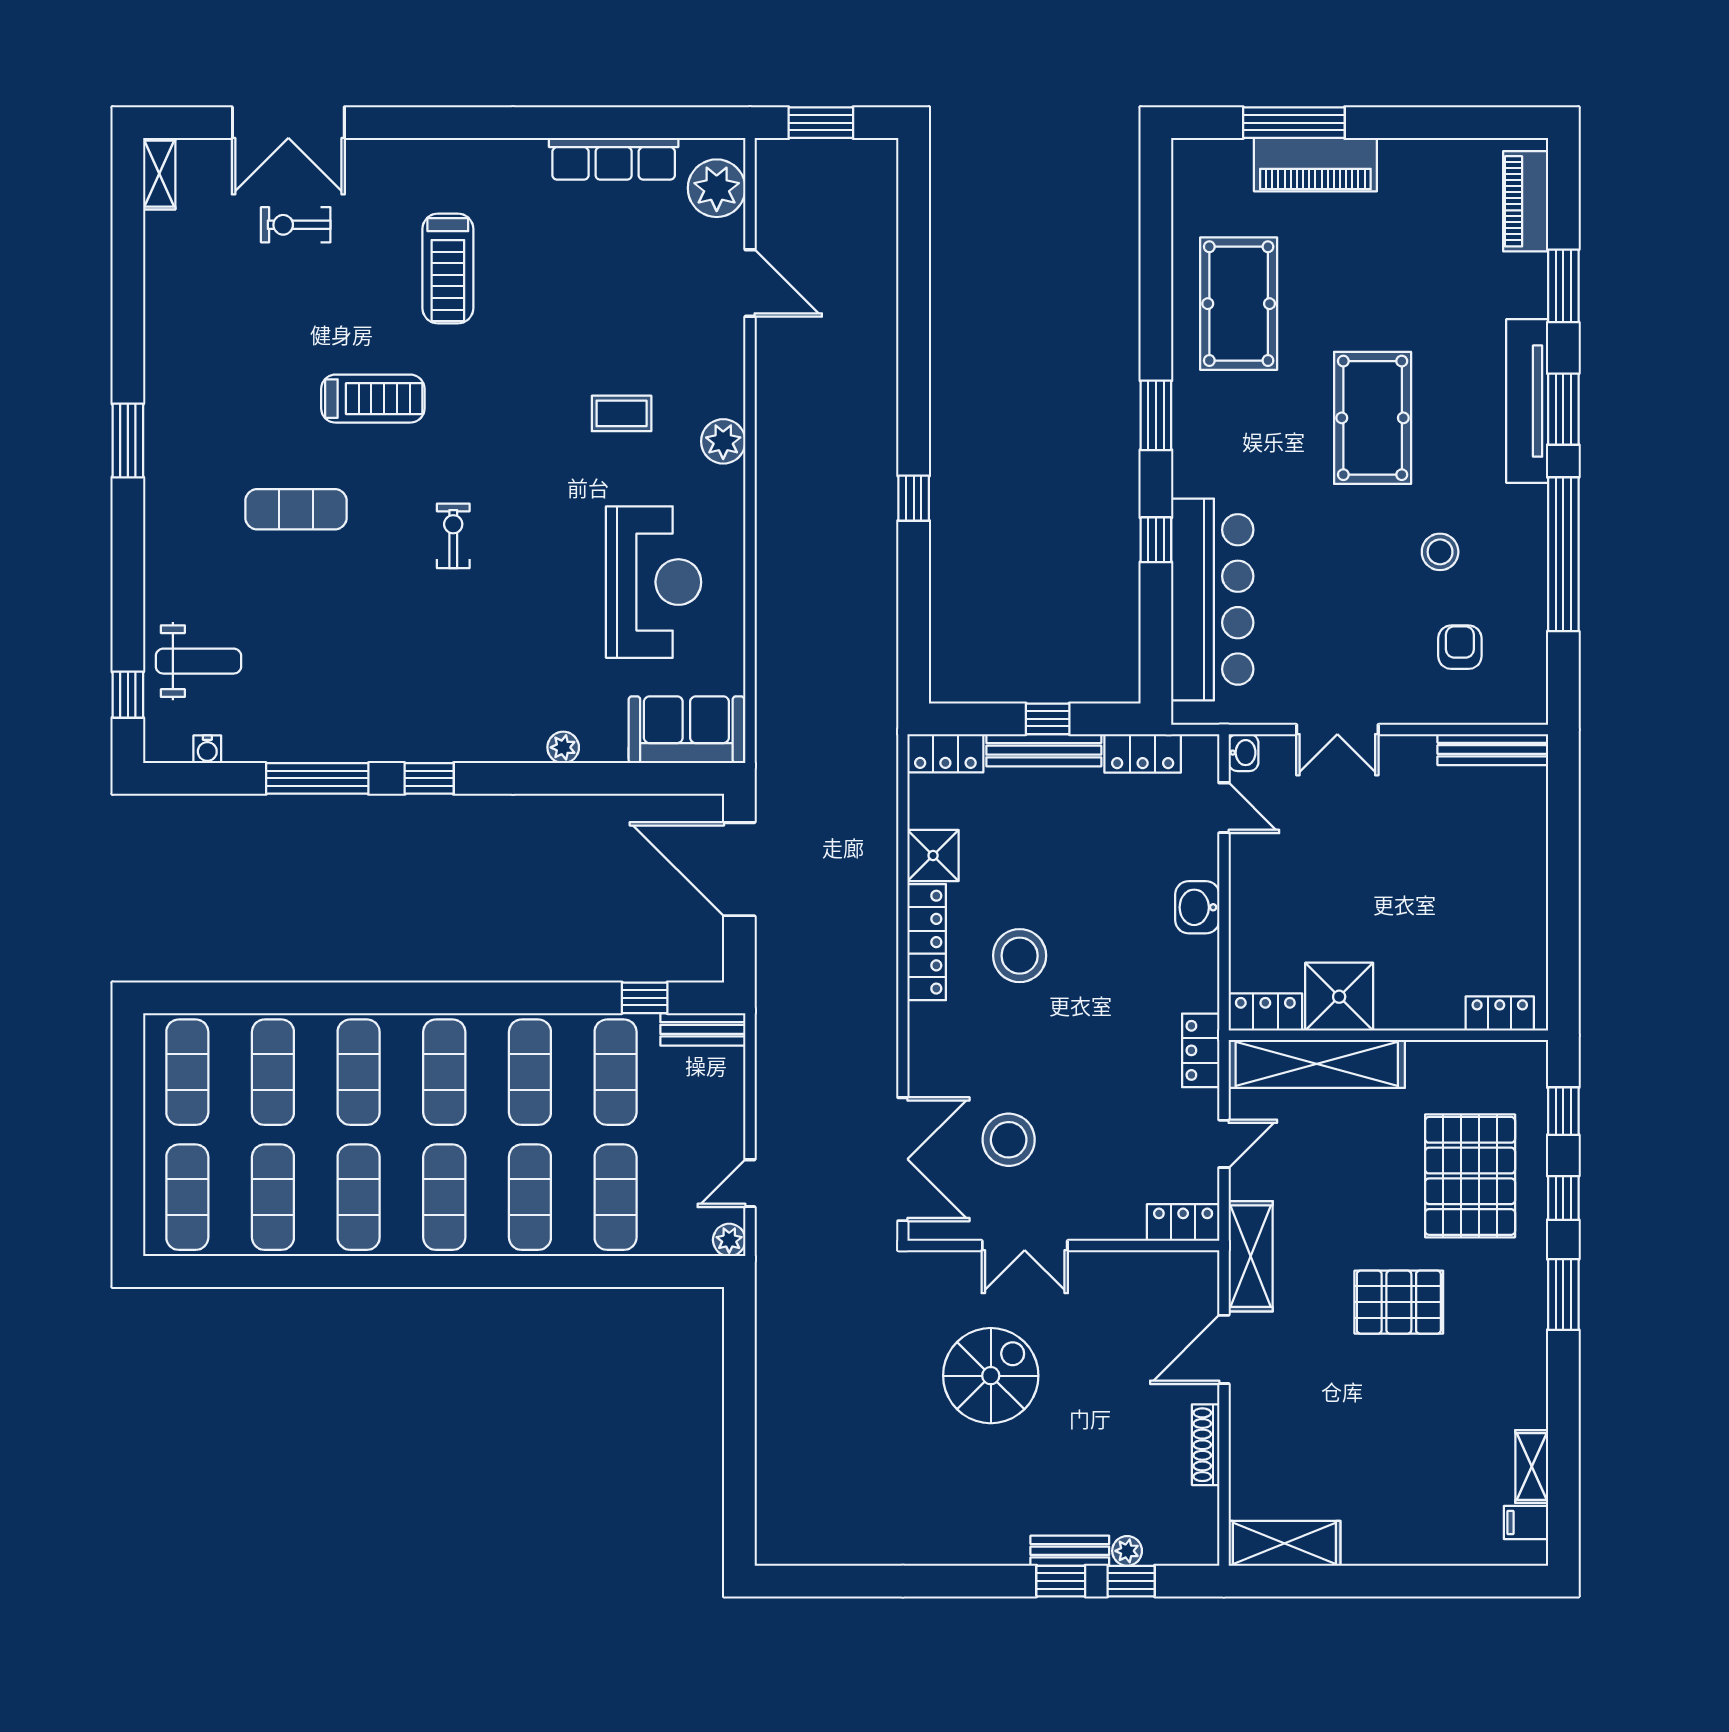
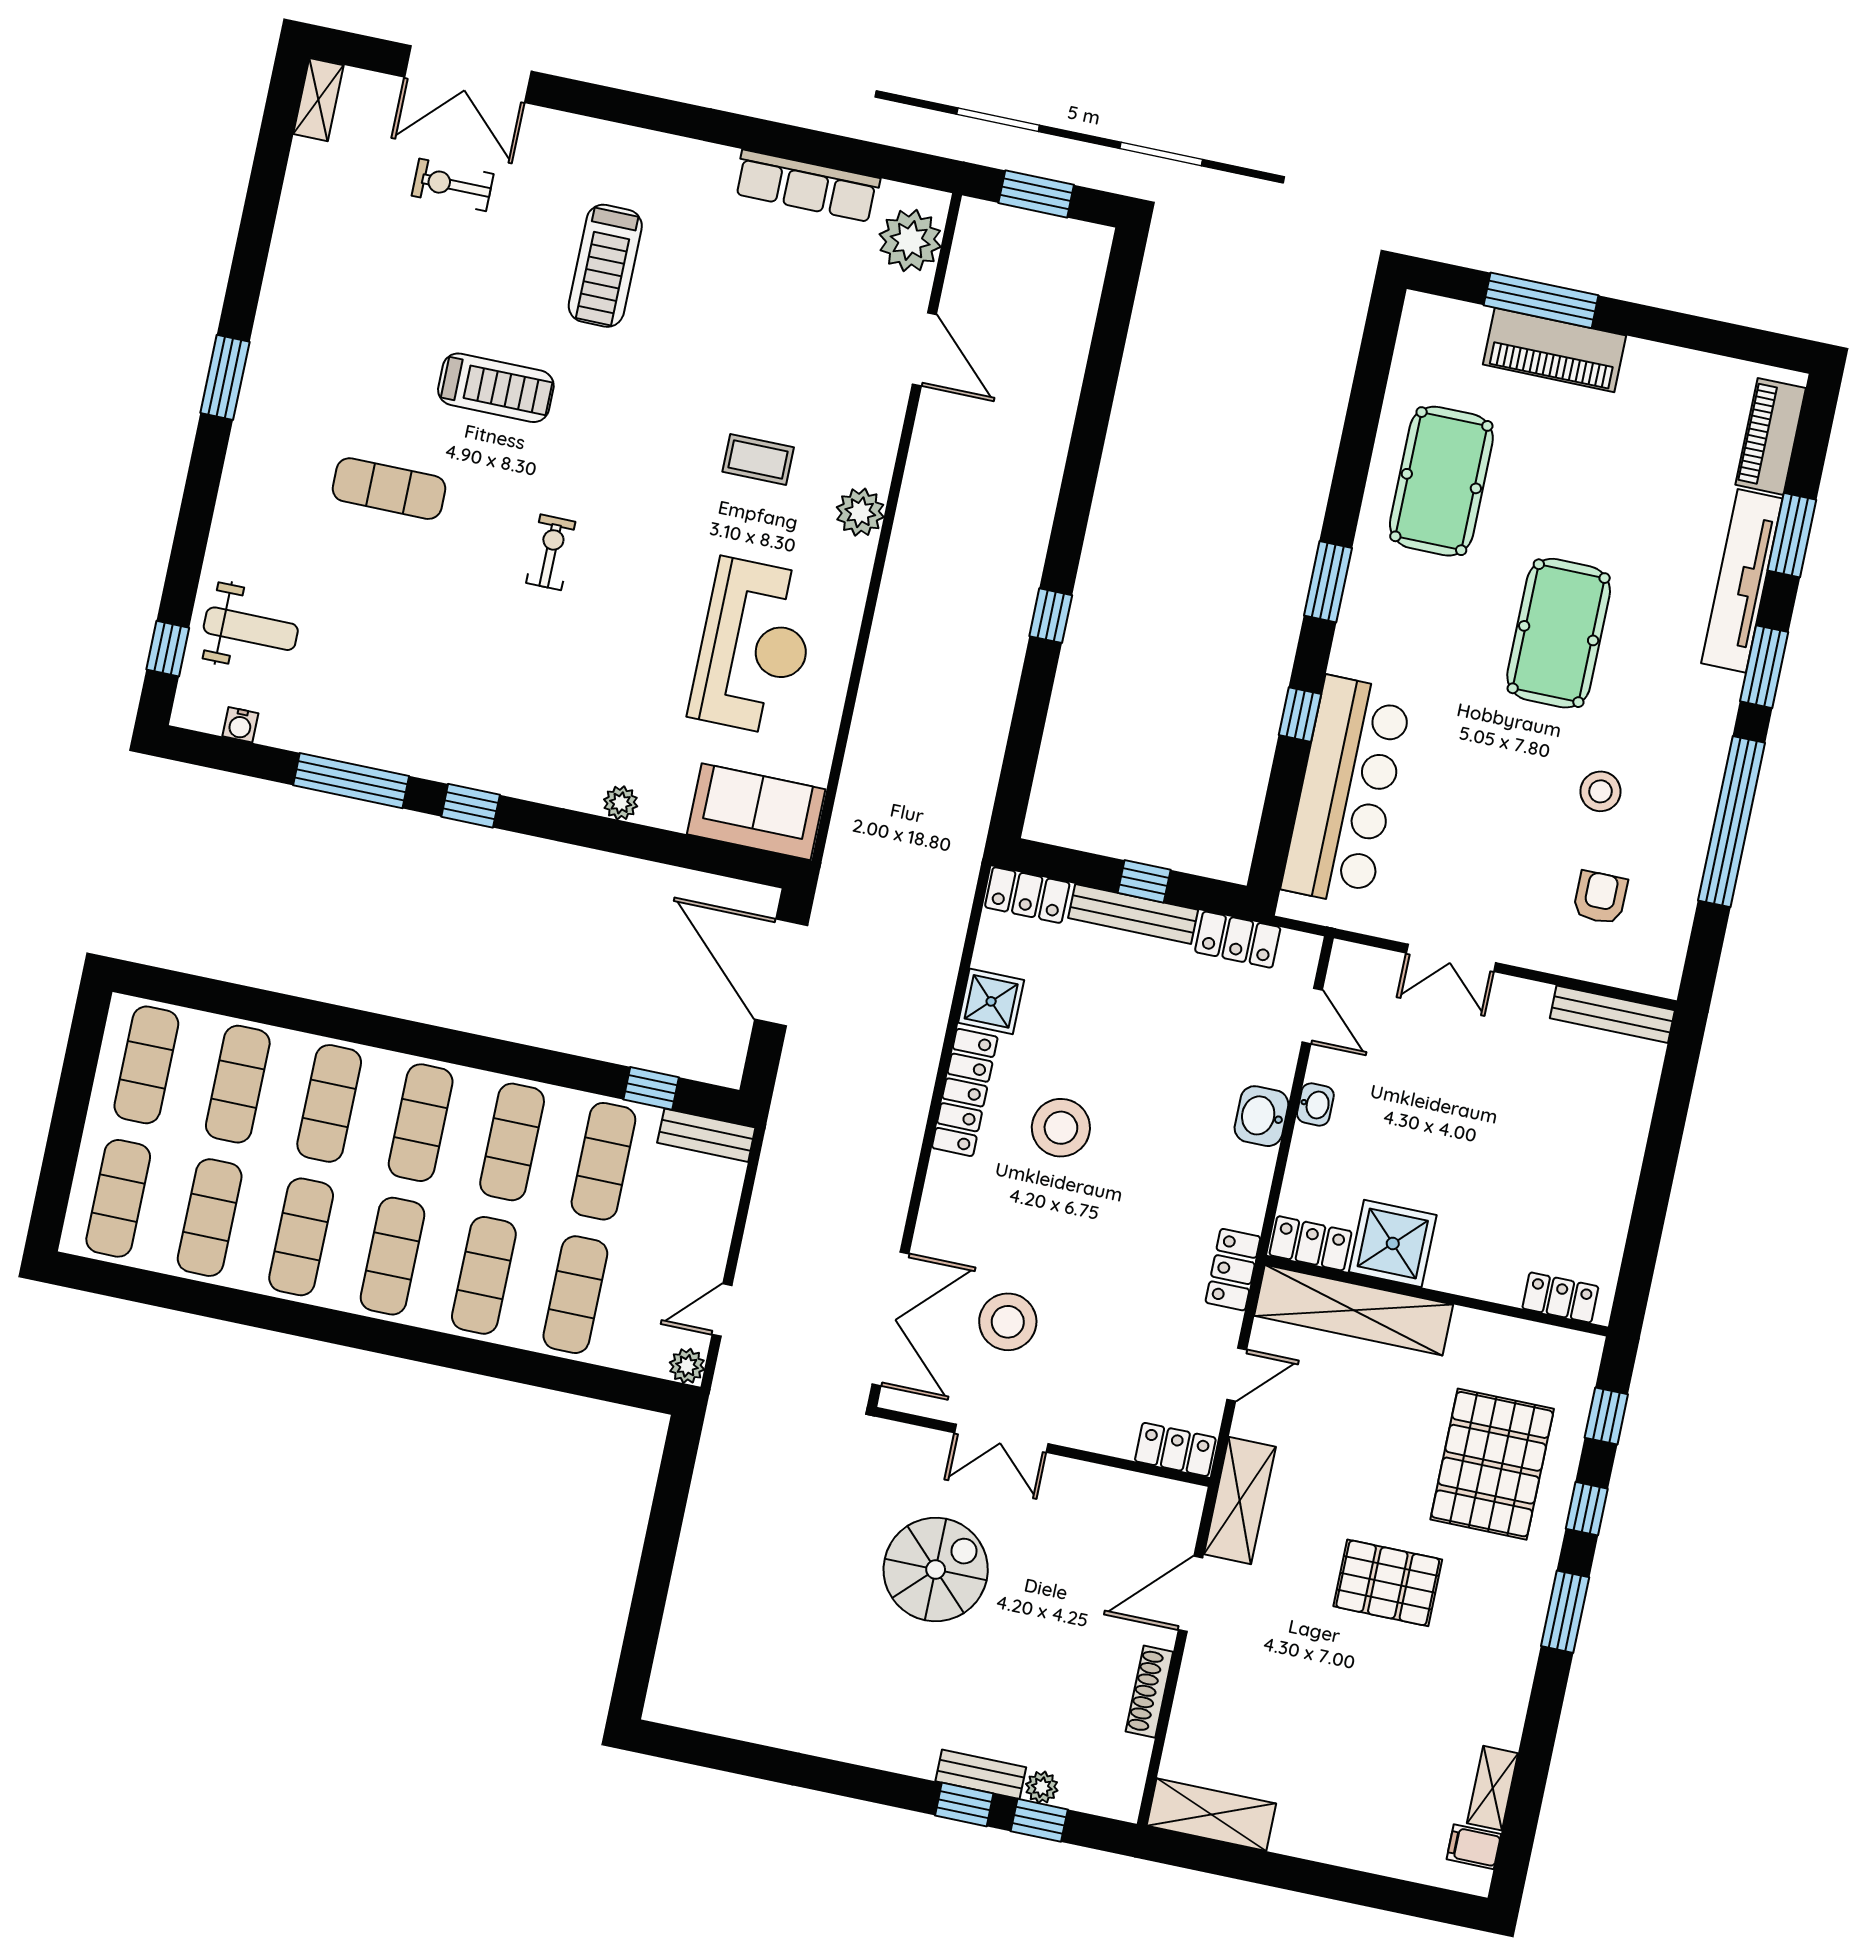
tv unit: (1527, 401) -> (1742, 581), moved
washbasin: (1243, 753) -> (1315, 1105), moved

